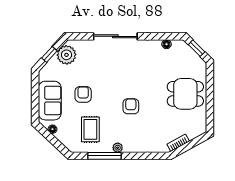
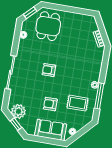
dining table: (185, 94) -> (48, 26), moved
armchair: (131, 106) -> (49, 70), moved

